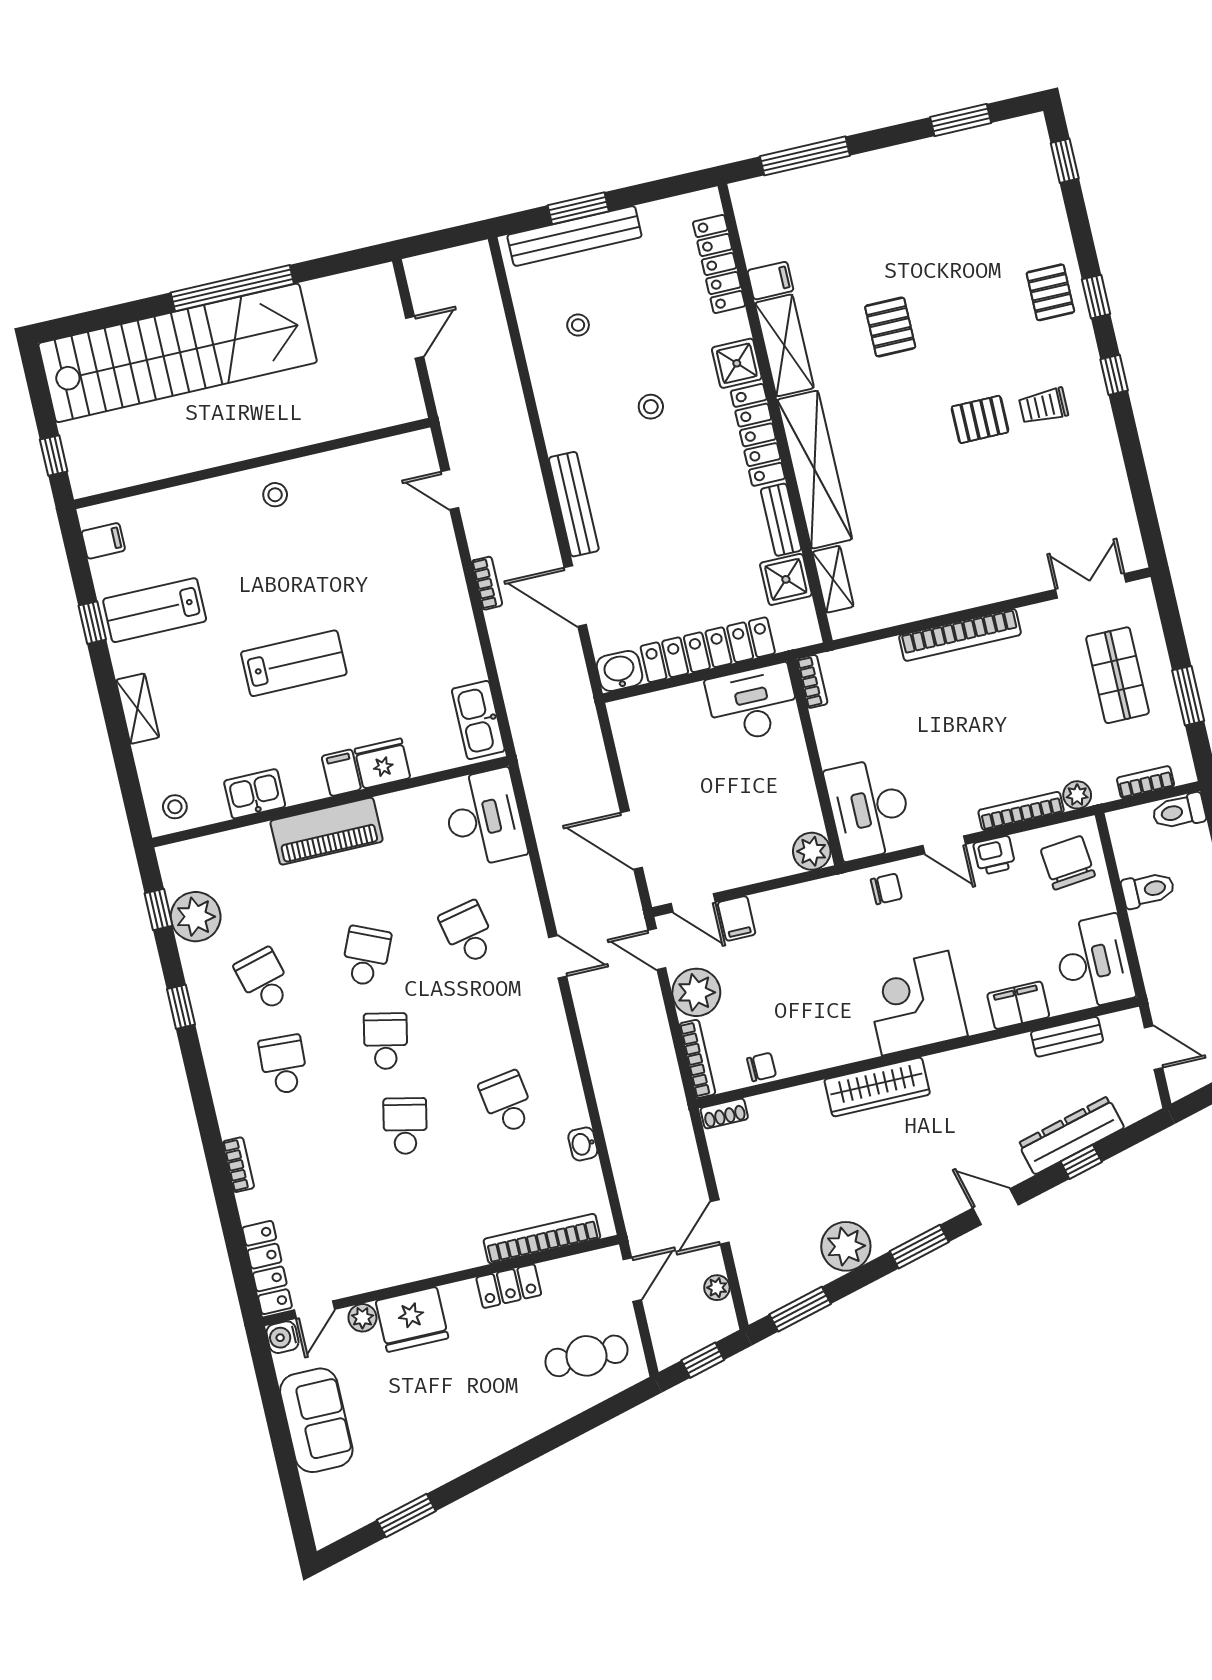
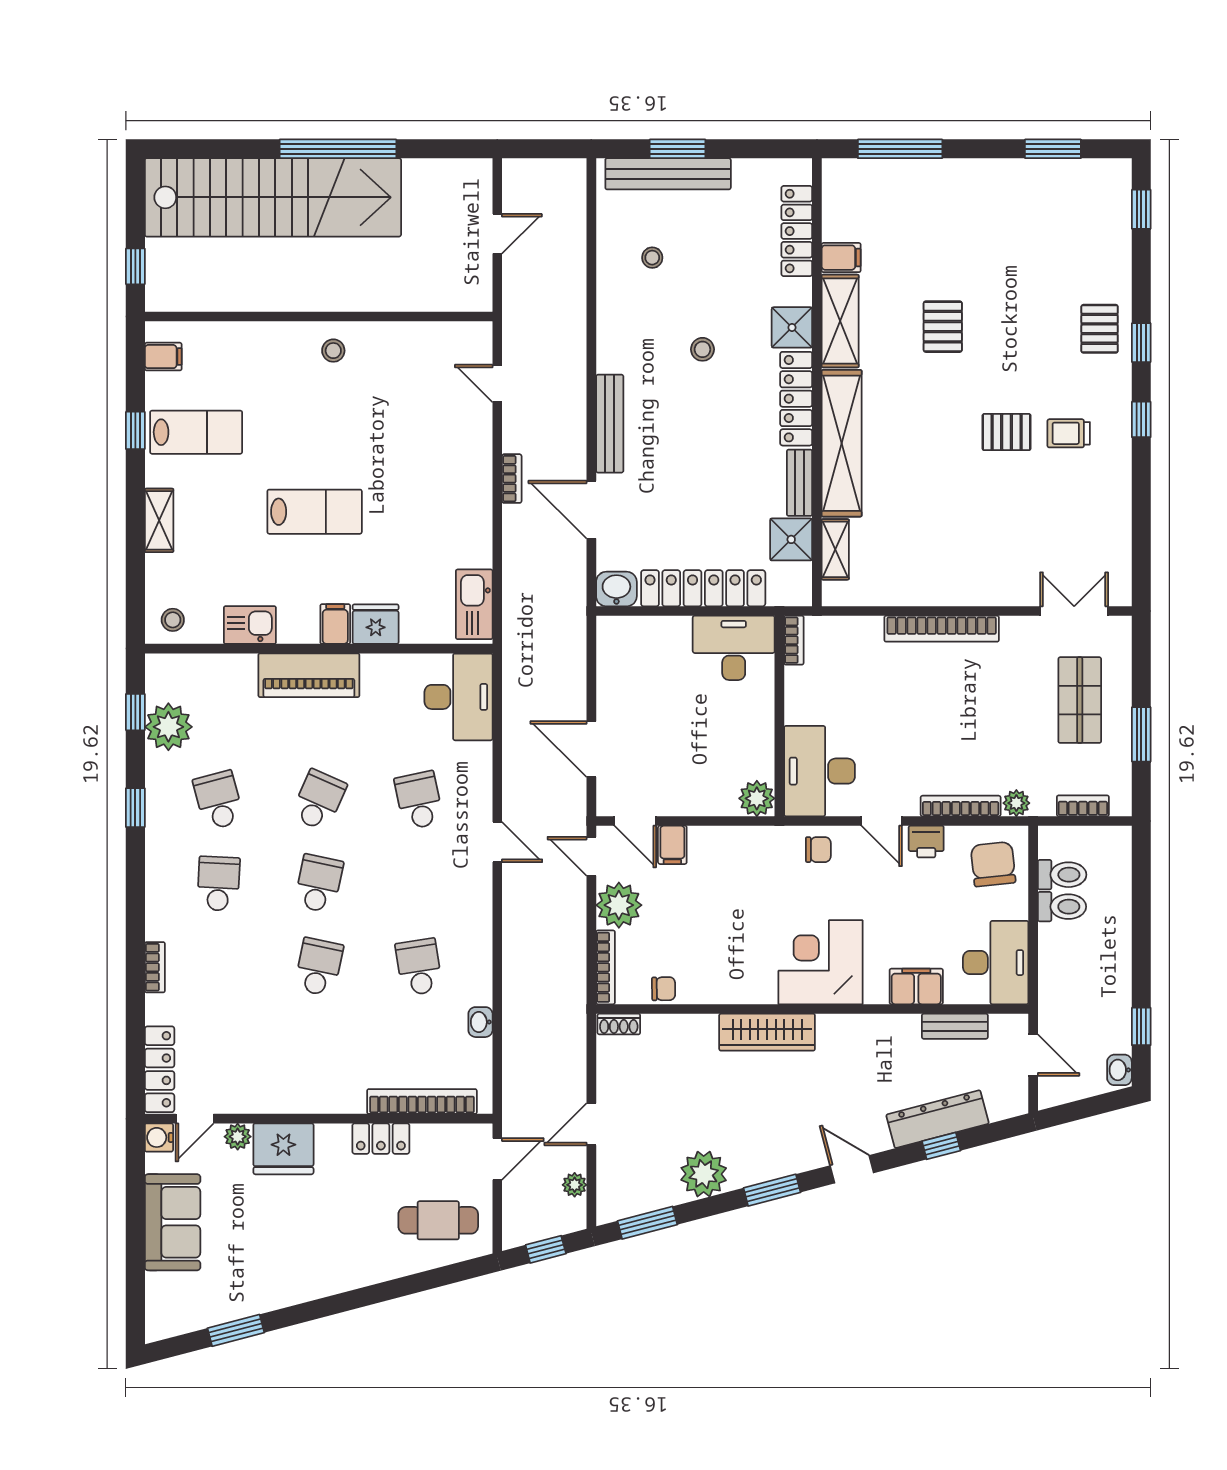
lab bench: (155, 610) -> (196, 432), turned 180
toilet: (1179, 812) -> (1062, 875), moved, turned 180

